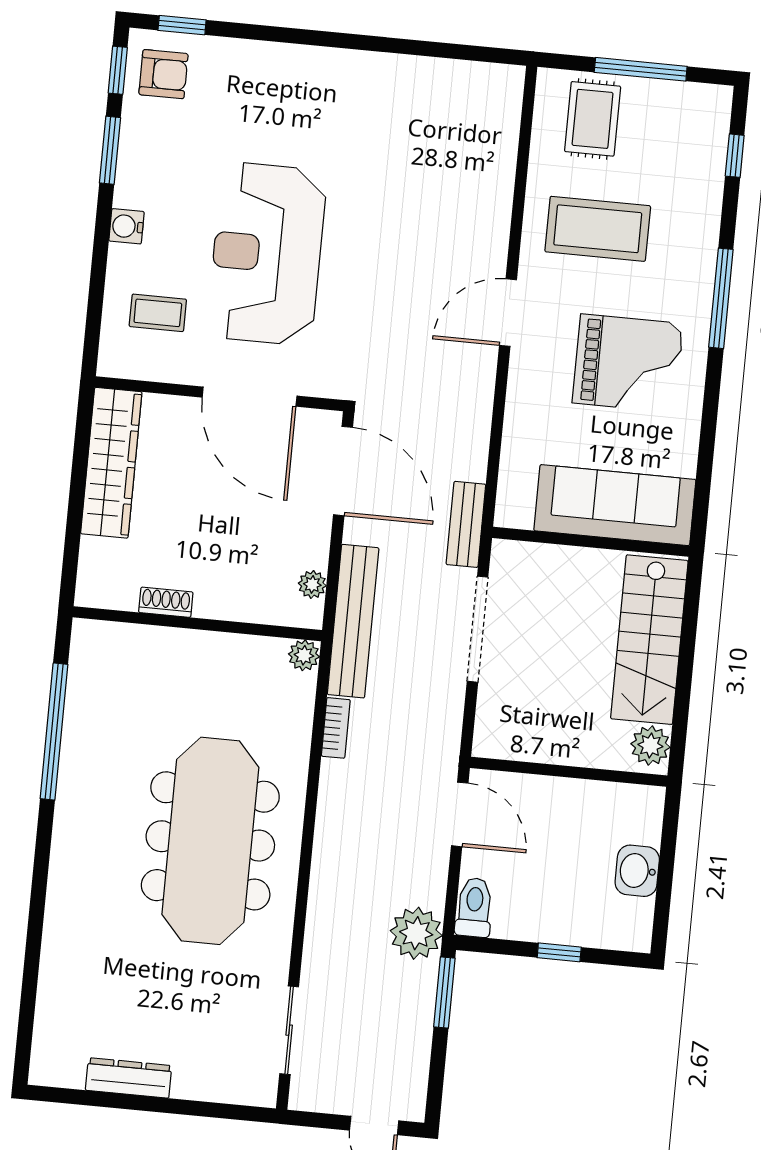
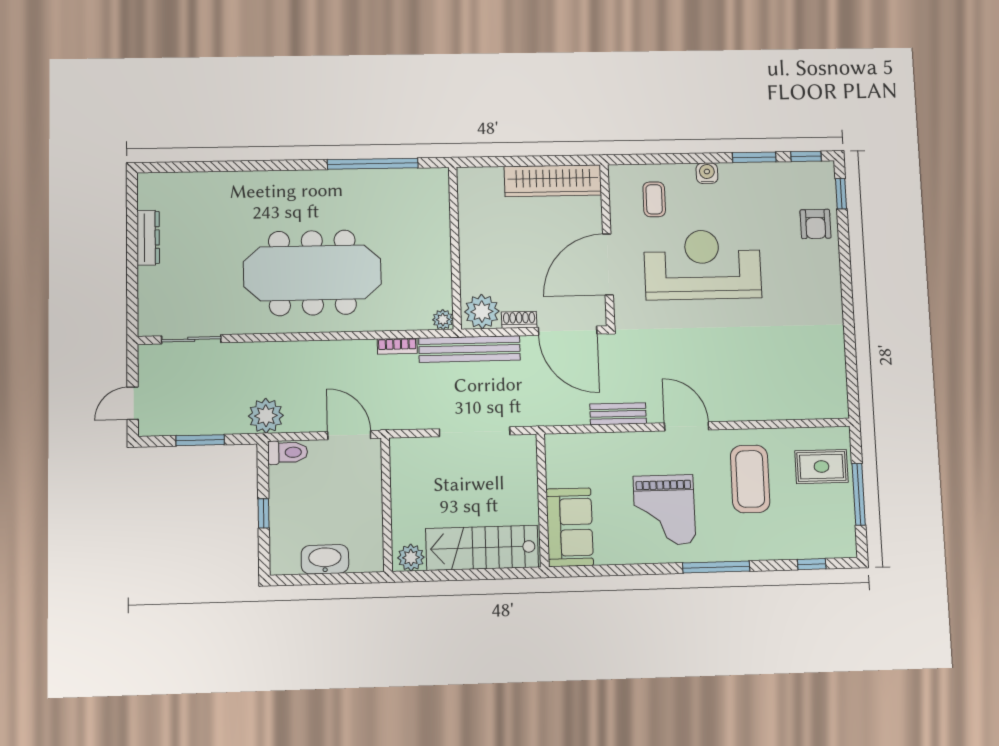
armchair: (163, 74) -> (816, 224), moved
door: (343, 471) -> (568, 331), hinge flipped
sofa: (615, 505) -> (570, 527), width x0.73
bench: (466, 524) -> (618, 414), moved
plant: (312, 584) -> (482, 312), width x1.88, depth x1.88
shoe rack: (166, 602) -> (519, 320), moved, turned -90
door: (460, 814) -> (349, 435), swing flipped
washbasin: (637, 871) -> (325, 559), width x1.38
window: (444, 992) -> (200, 440), moved

